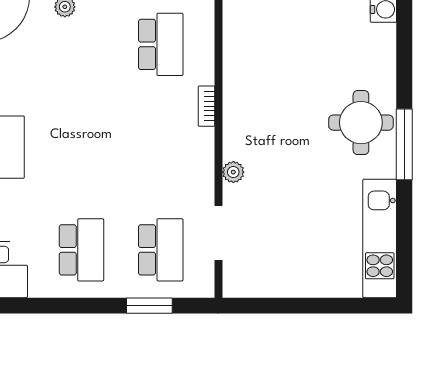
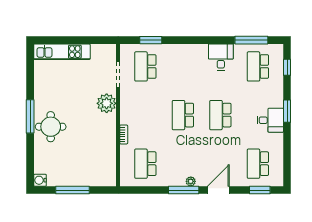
plant: (233, 172) -> (107, 103), width x1.87, depth x1.87
kitchen unit: (380, 238) -> (62, 52), moved, turned 90
school desk: (81, 250) -> (183, 115), moved

